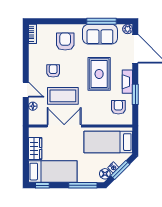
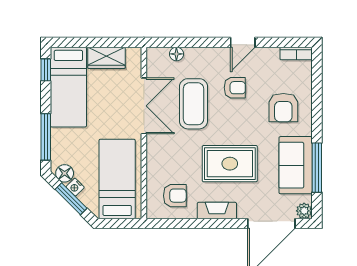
armchair: (65, 42) -> (283, 108), turned 90
door: (26, 90) -> (243, 42), moved
window: (135, 94) -> (196, 224), removed

